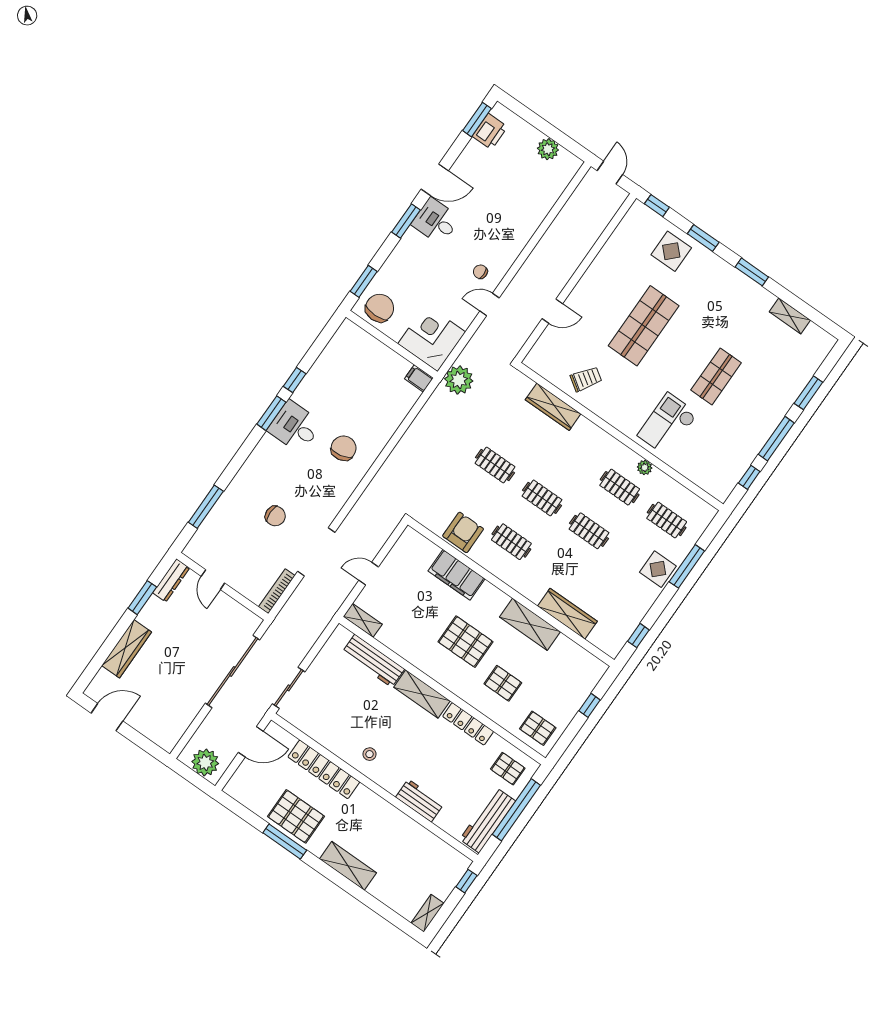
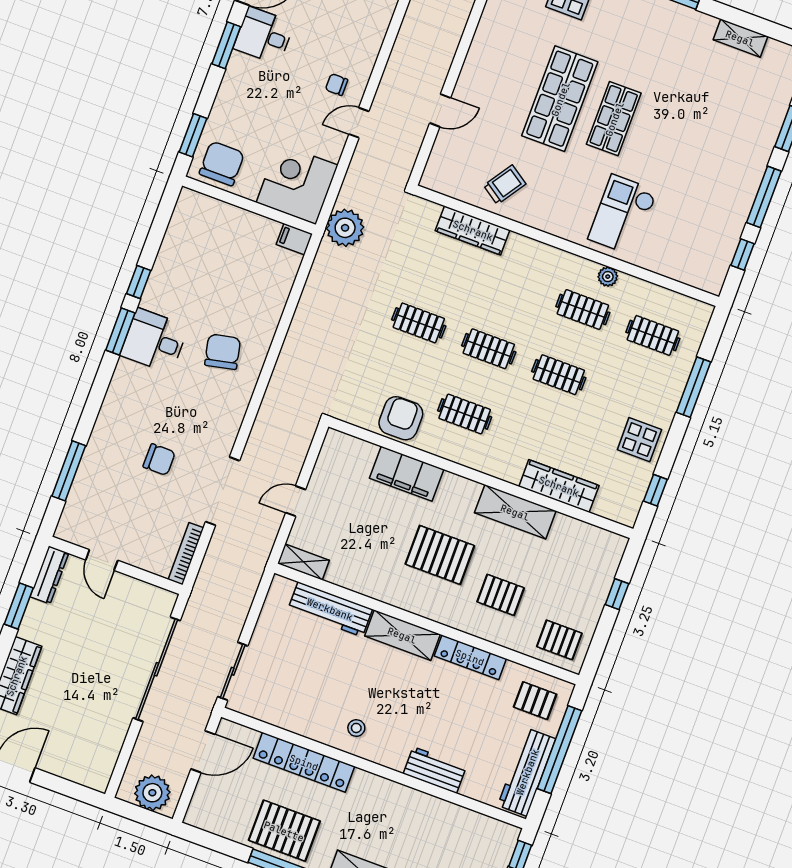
shop shelf: (716, 376) -> (614, 119), moved
display table: (658, 569) -> (639, 440), moved

